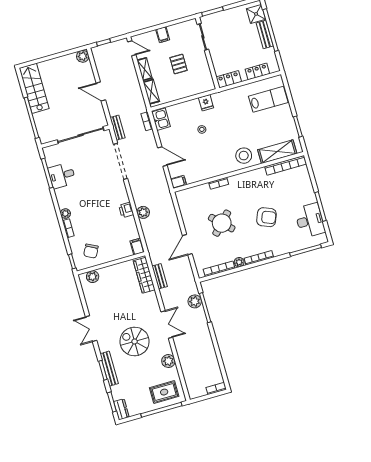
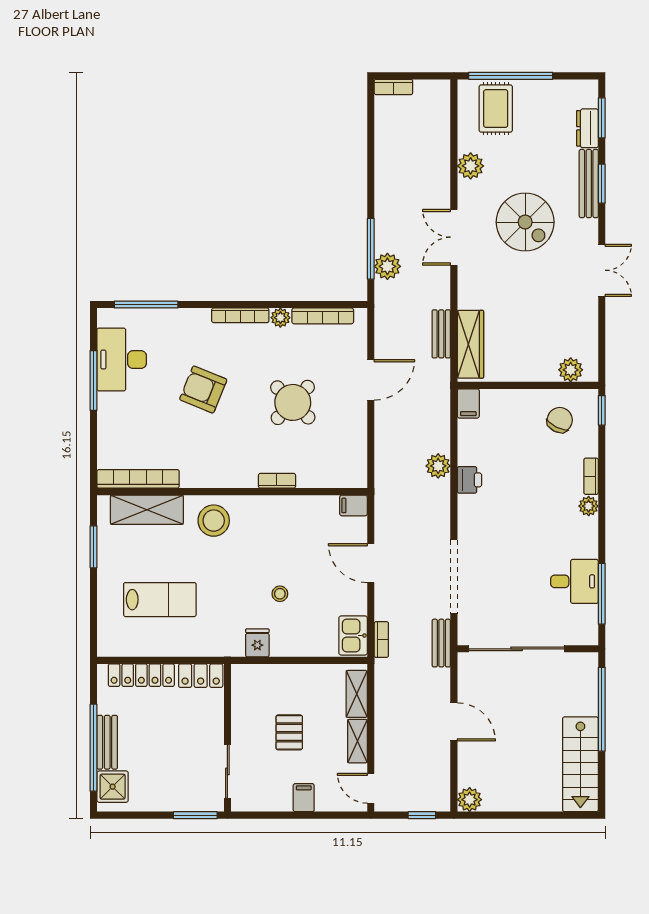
locker: (257, 71) -> (141, 675), width x1.53
lab bench: (268, 99) -> (160, 600), moved, turned 180
rug: (164, 392) -> (496, 109), turned 90
dresser: (121, 409) -> (587, 128), moved

